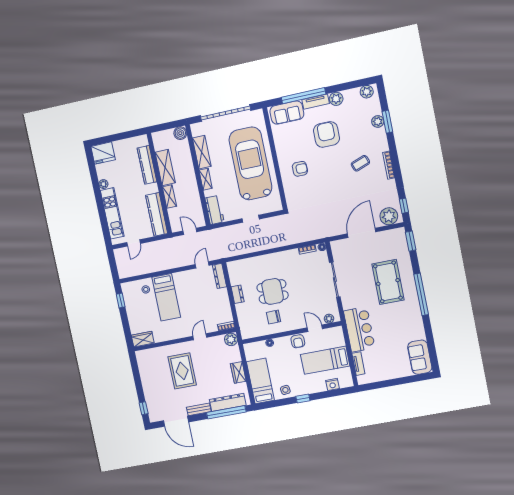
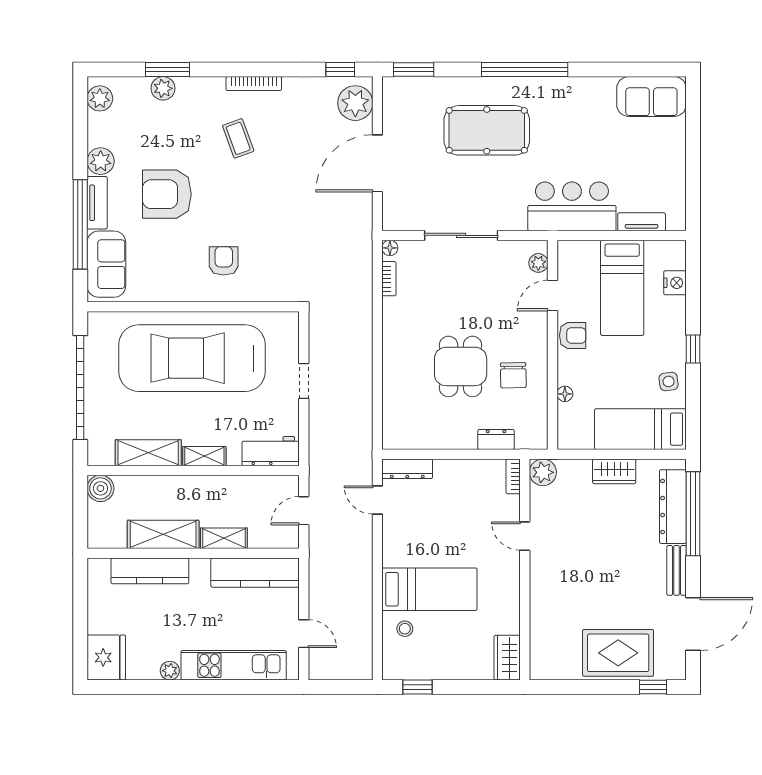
door: (362, 233) -> (377, 163), hinge flipped
dresser: (238, 294) -> (496, 439), moved
rug: (182, 371) -> (618, 653), moved

